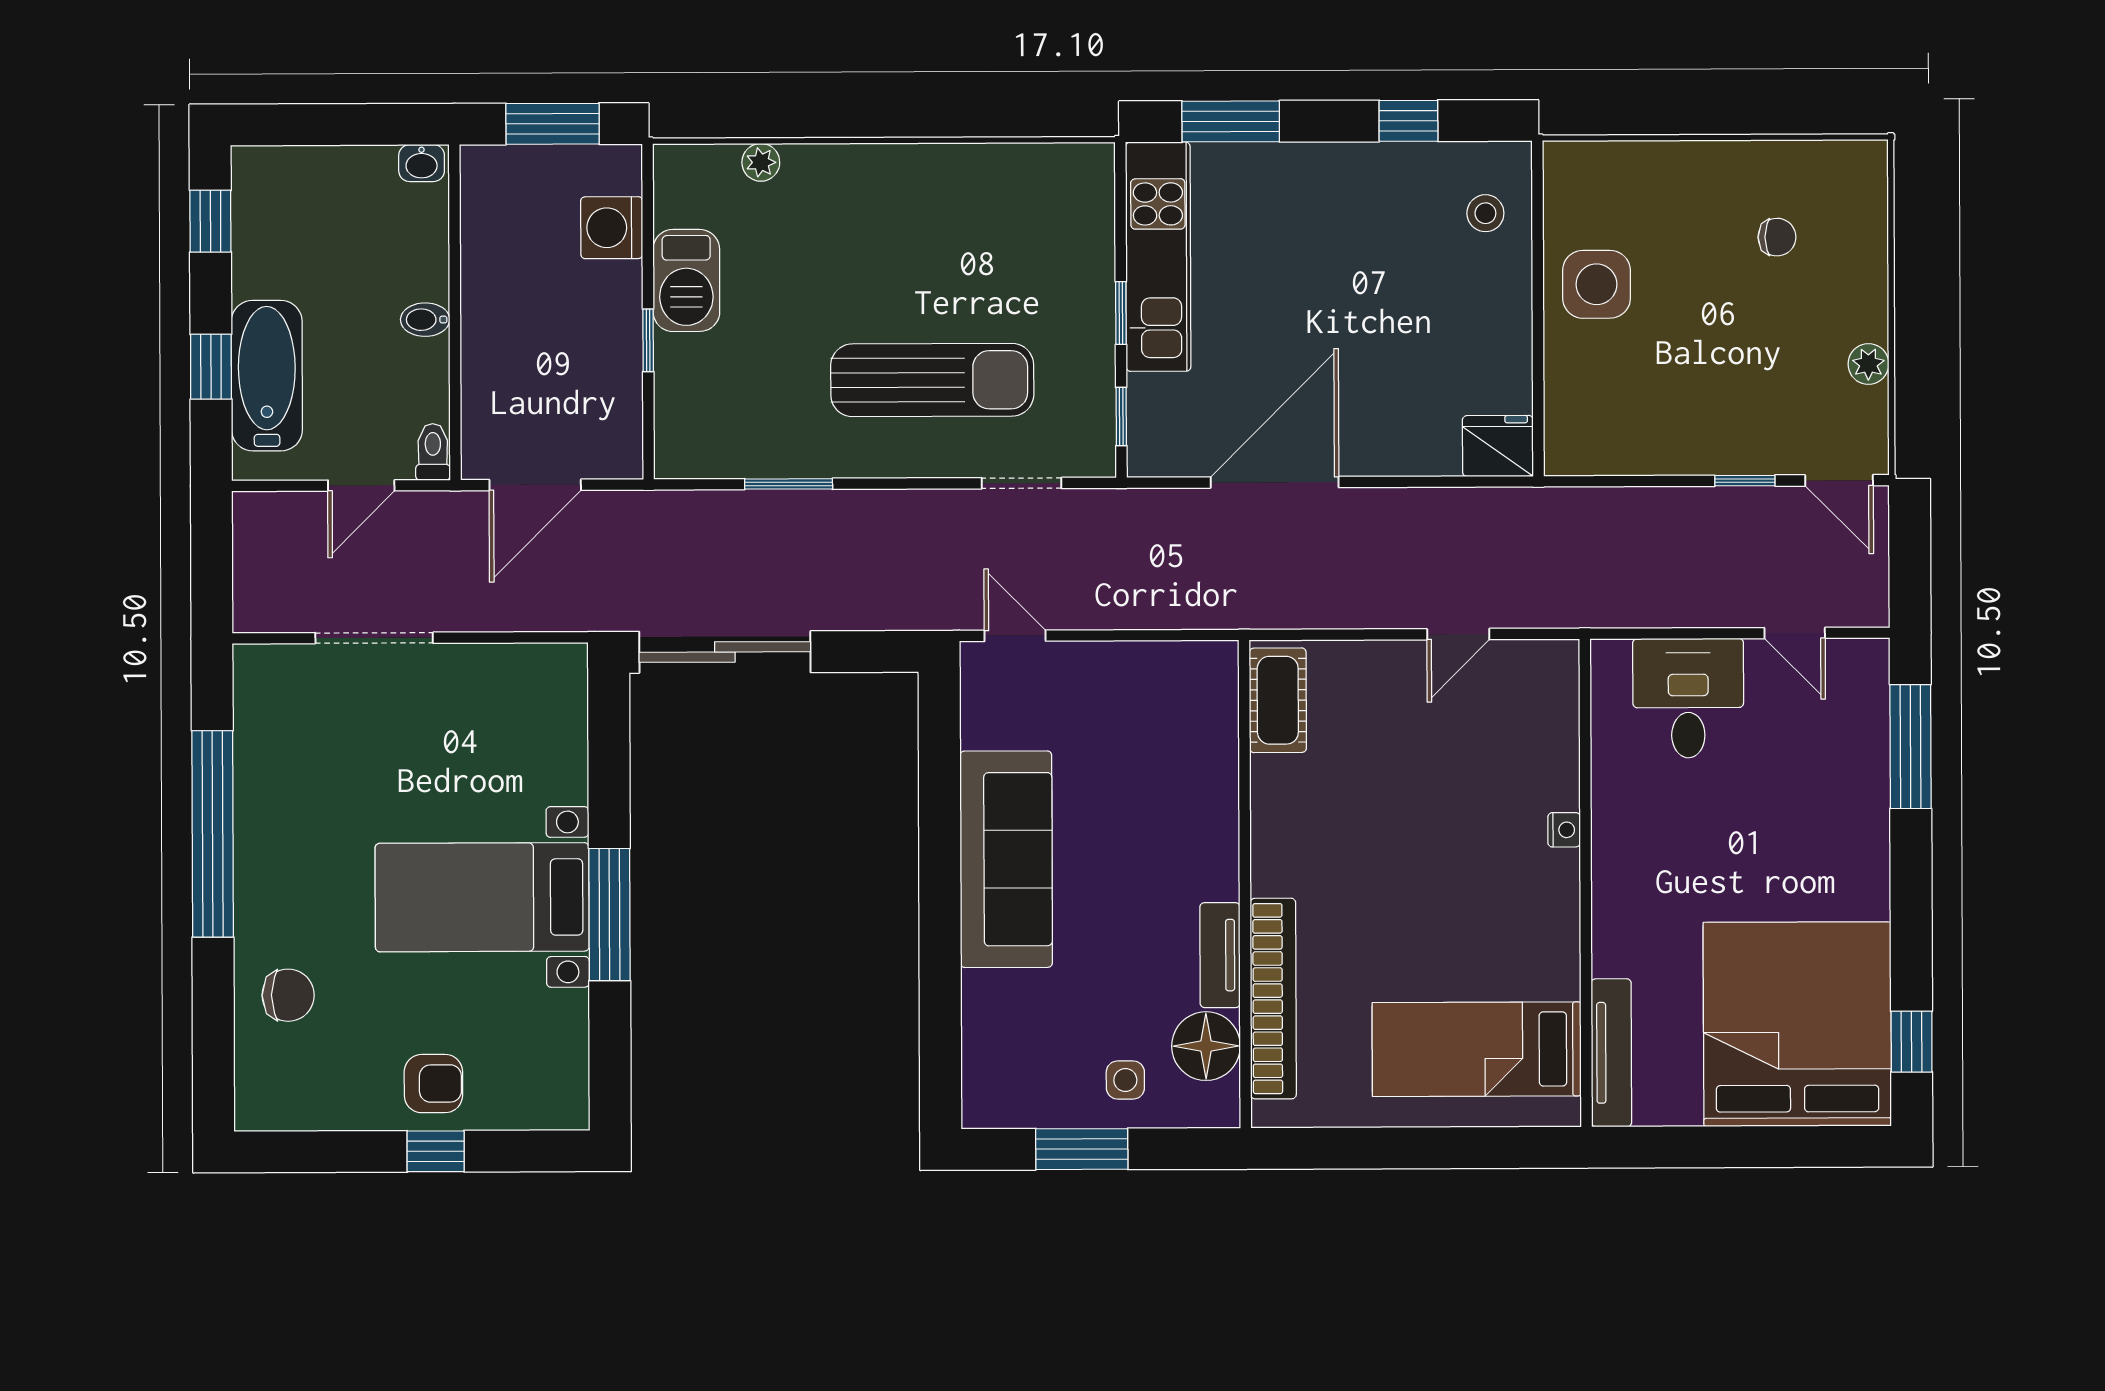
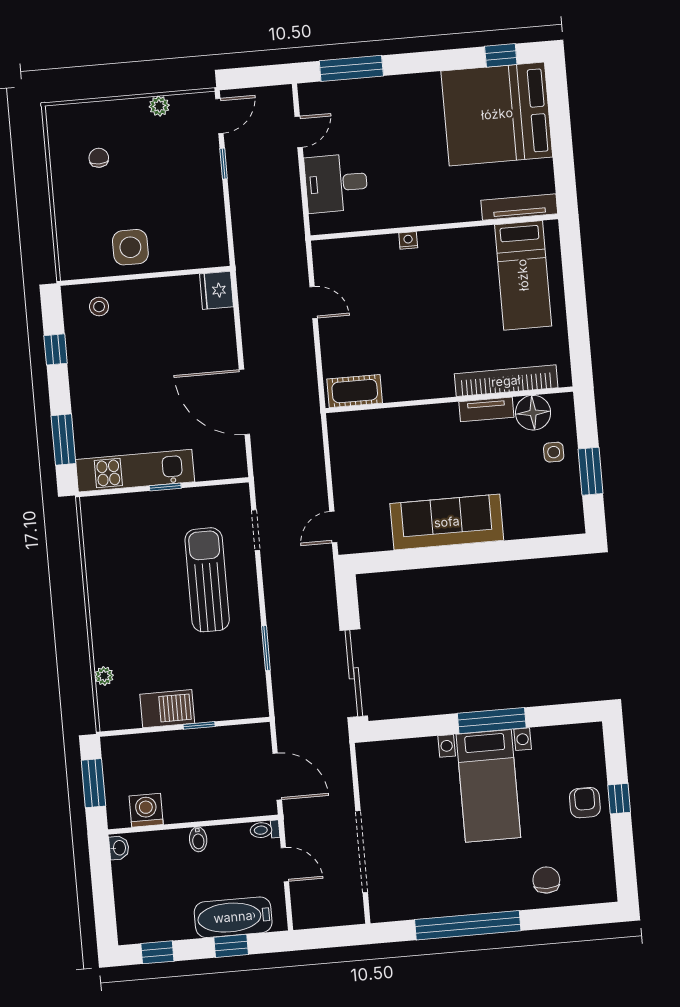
washing machine: (612, 228) -> (146, 810), moved, turned 180
window: (1121, 417) -> (218, 482), removed
doorway: (374, 638) -> (362, 852), width x1.36

